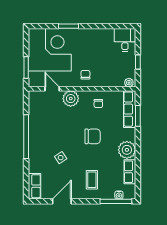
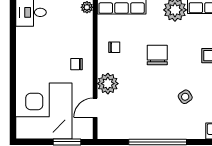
window: (68, 26) -> (13, 86), removed

